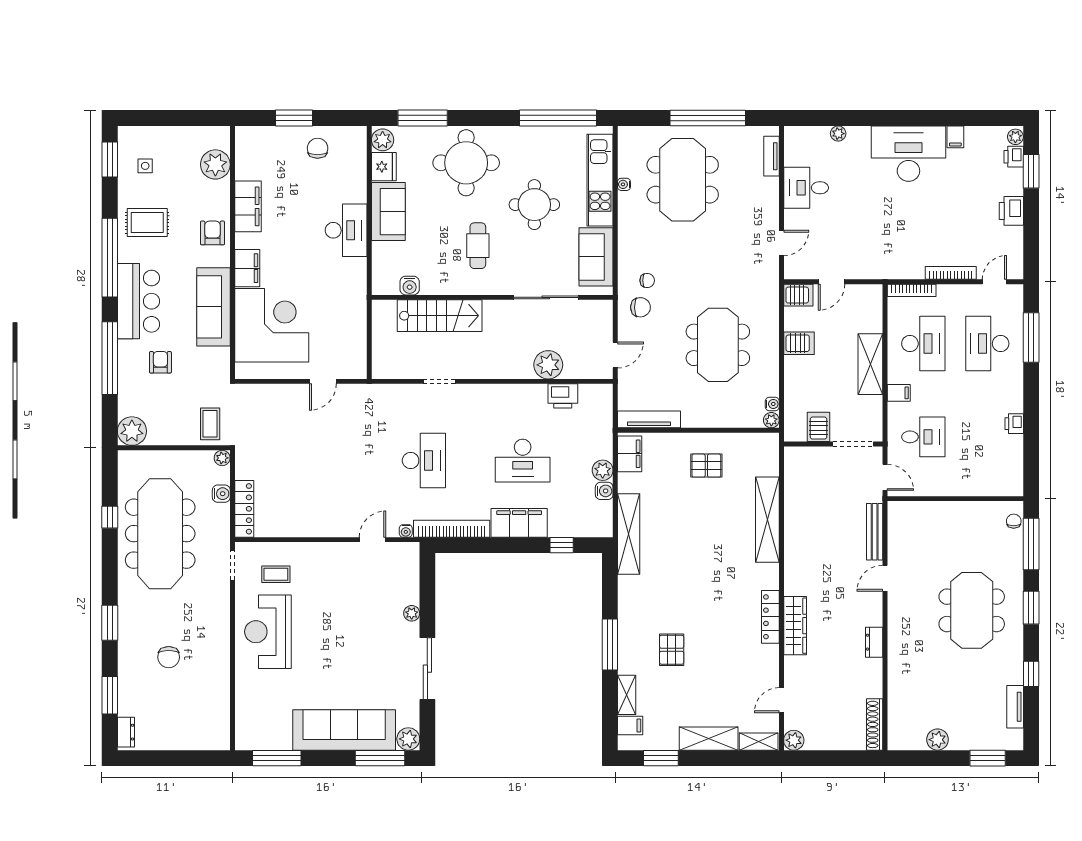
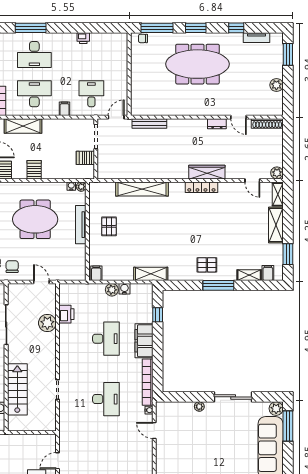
shelving: (870, 364) -> (23, 126), moved
door: (323, 381) -> (57, 461), swing flipped
tv unit: (649, 419) -> (81, 225), moved
filing cabinet: (630, 454) -> (96, 273), width x0.50
desk: (424, 461) -> (106, 399), turned 90
shelving: (629, 534) -> (151, 274), width x0.68
door: (885, 578) -> (239, 117), moved
meeting table: (972, 610) -> (197, 64), width x1.36
pallet: (672, 650) -> (207, 265), moved

